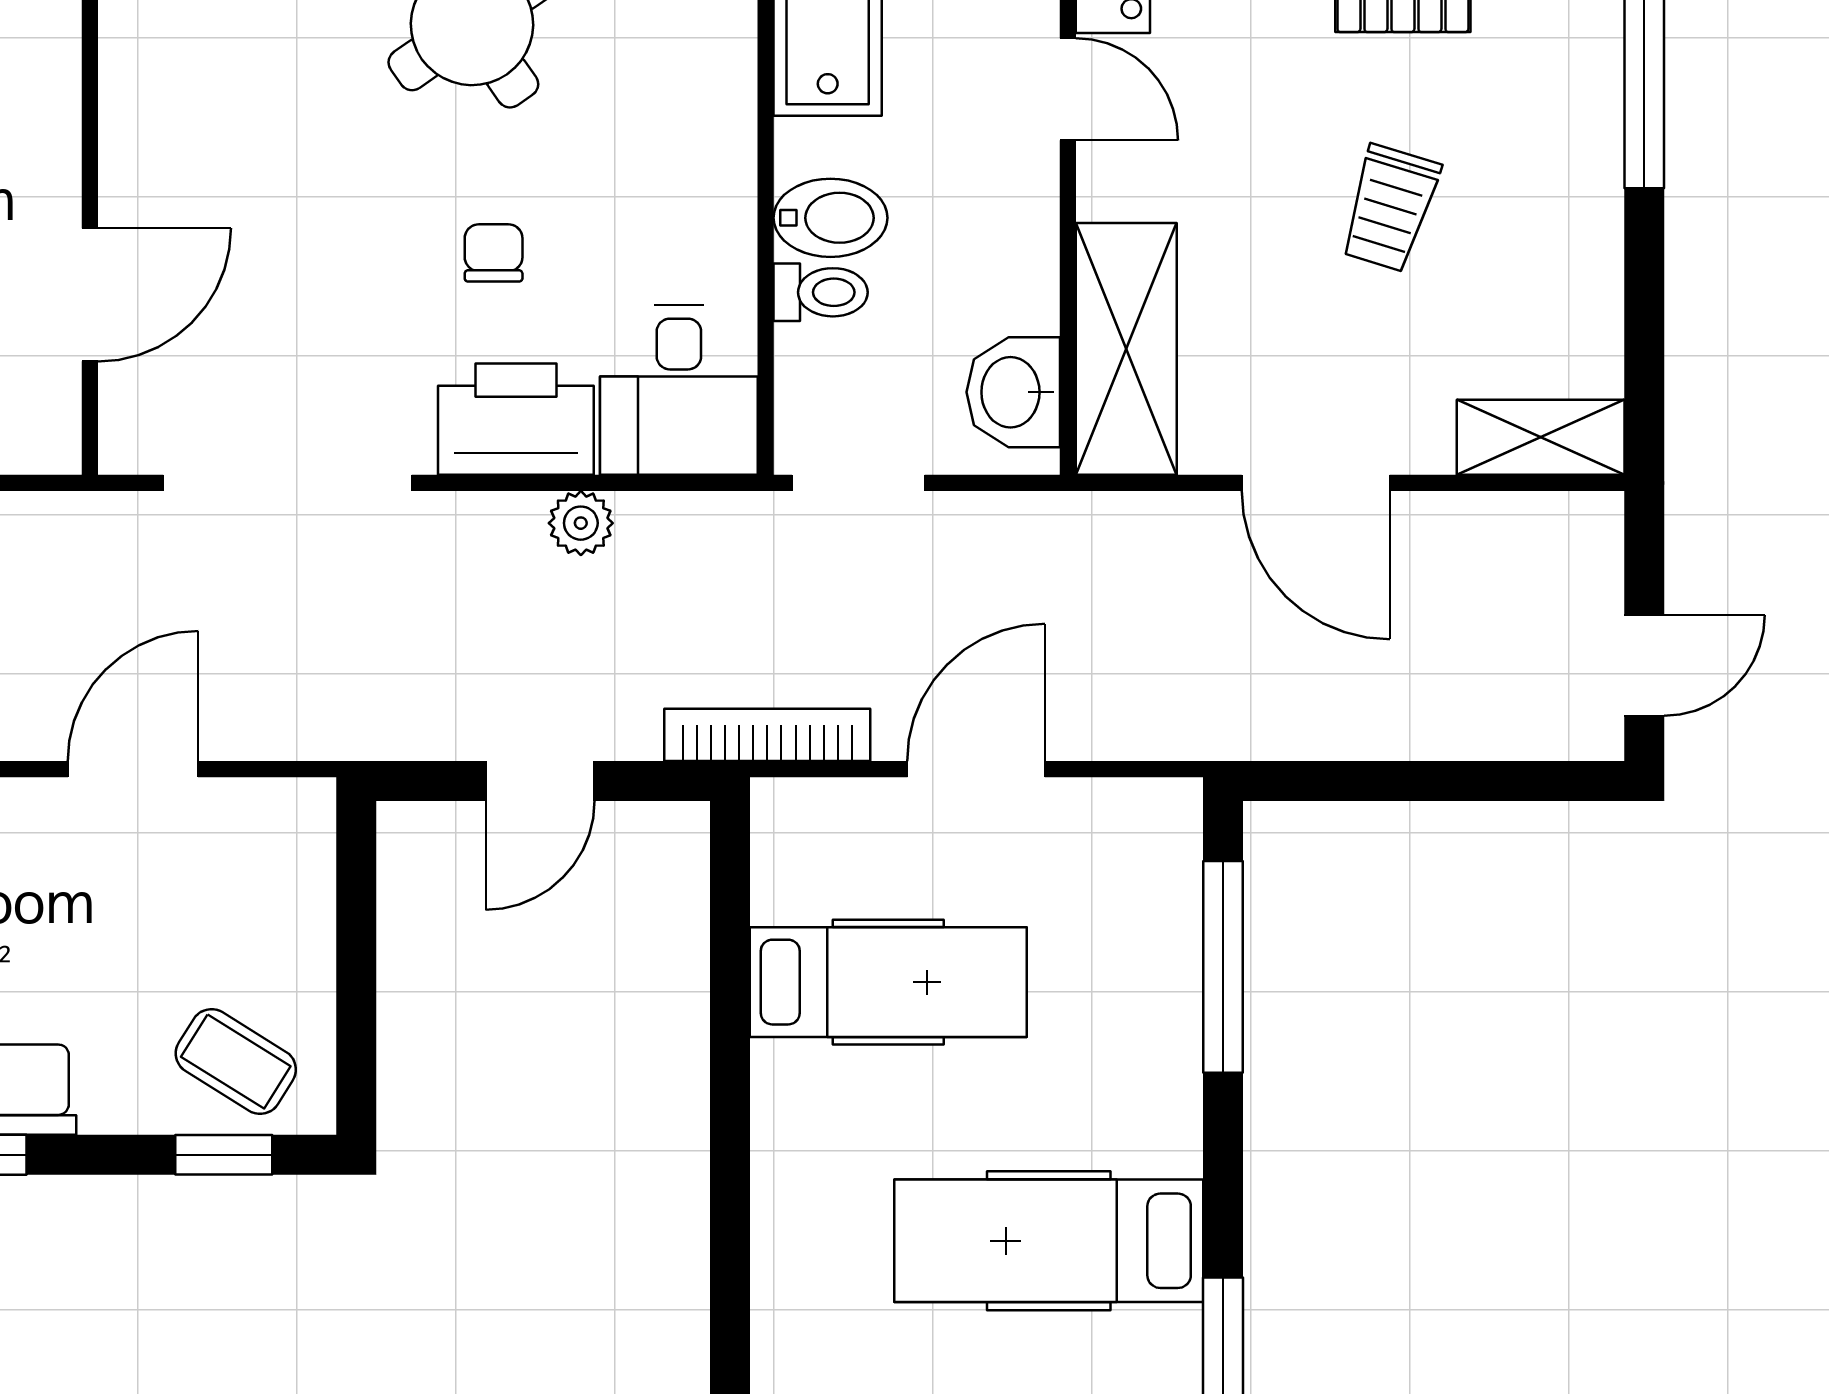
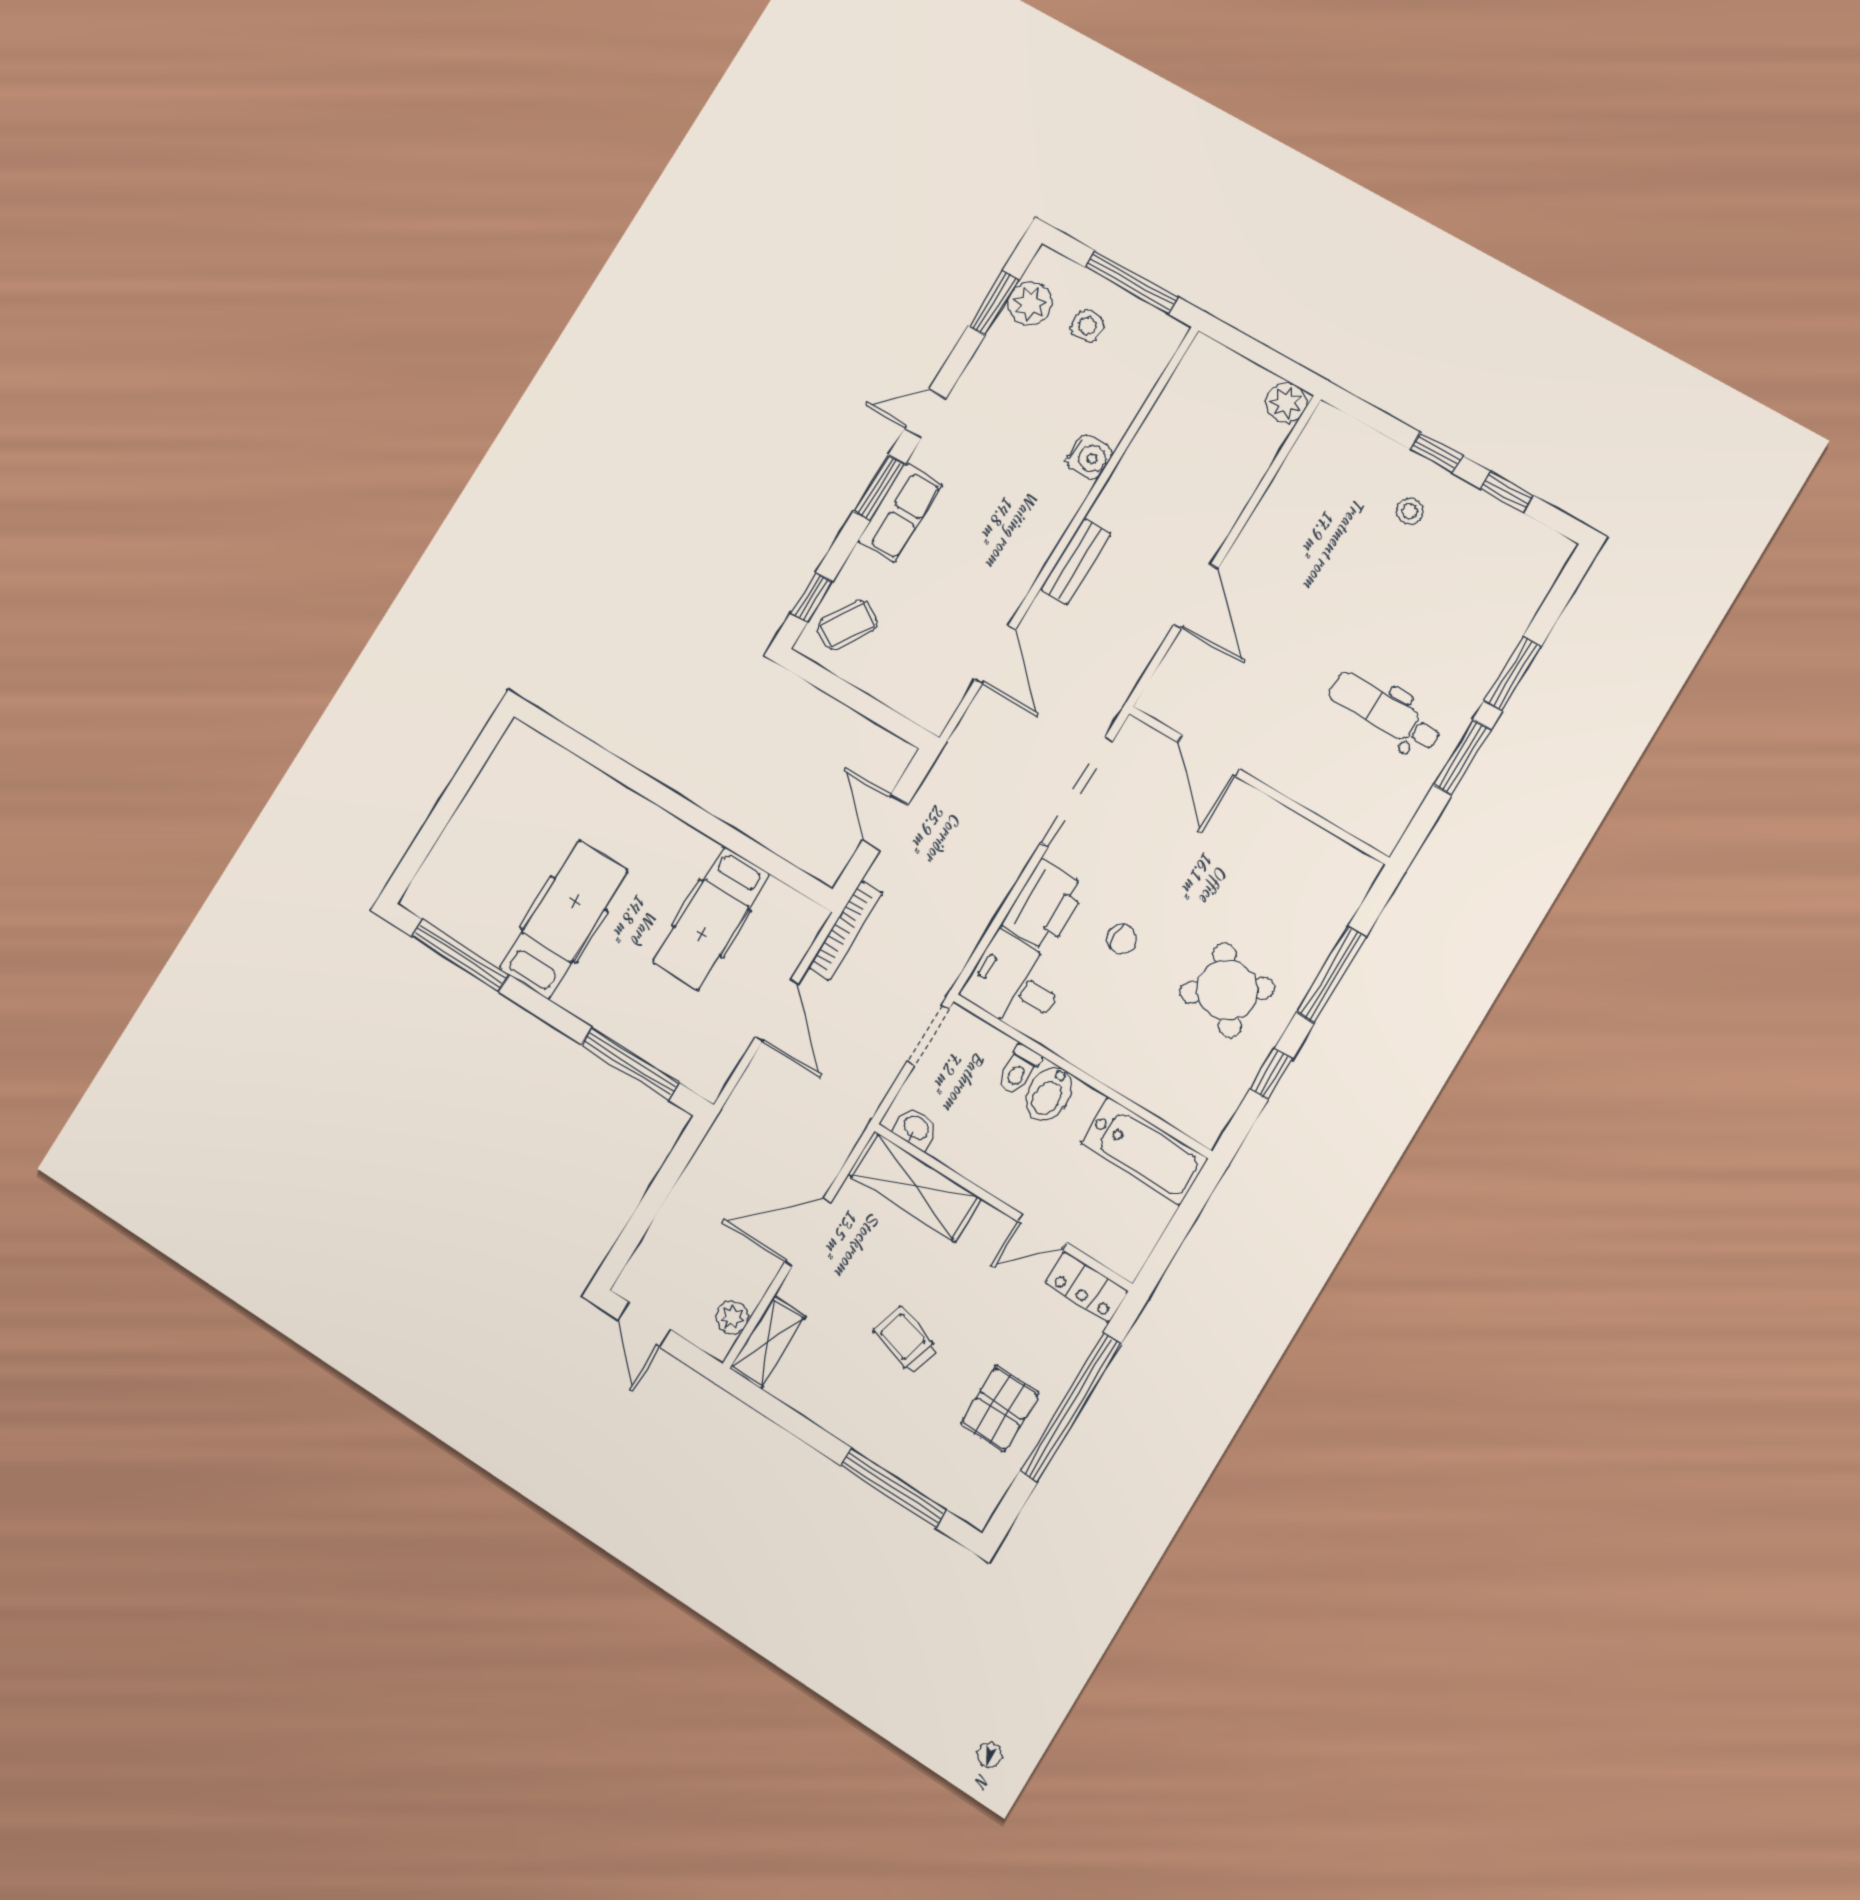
washbasin: (1013, 392) -> (916, 1128), width x0.72, depth x0.69
plant: (581, 523) -> (732, 1317), moved

